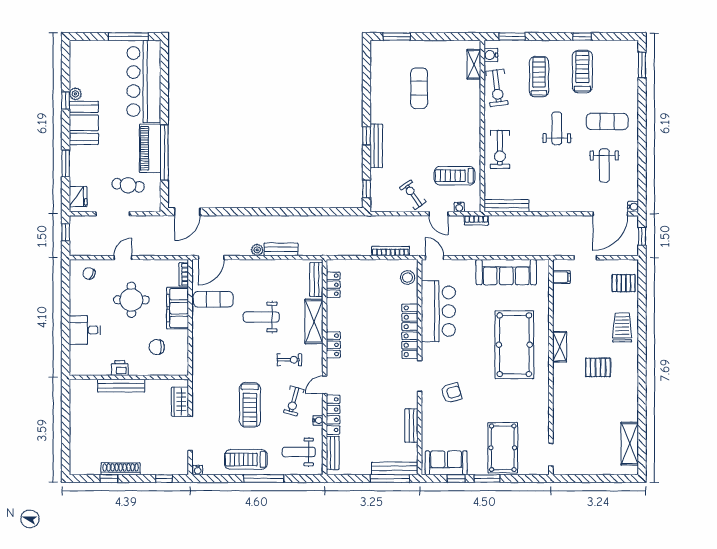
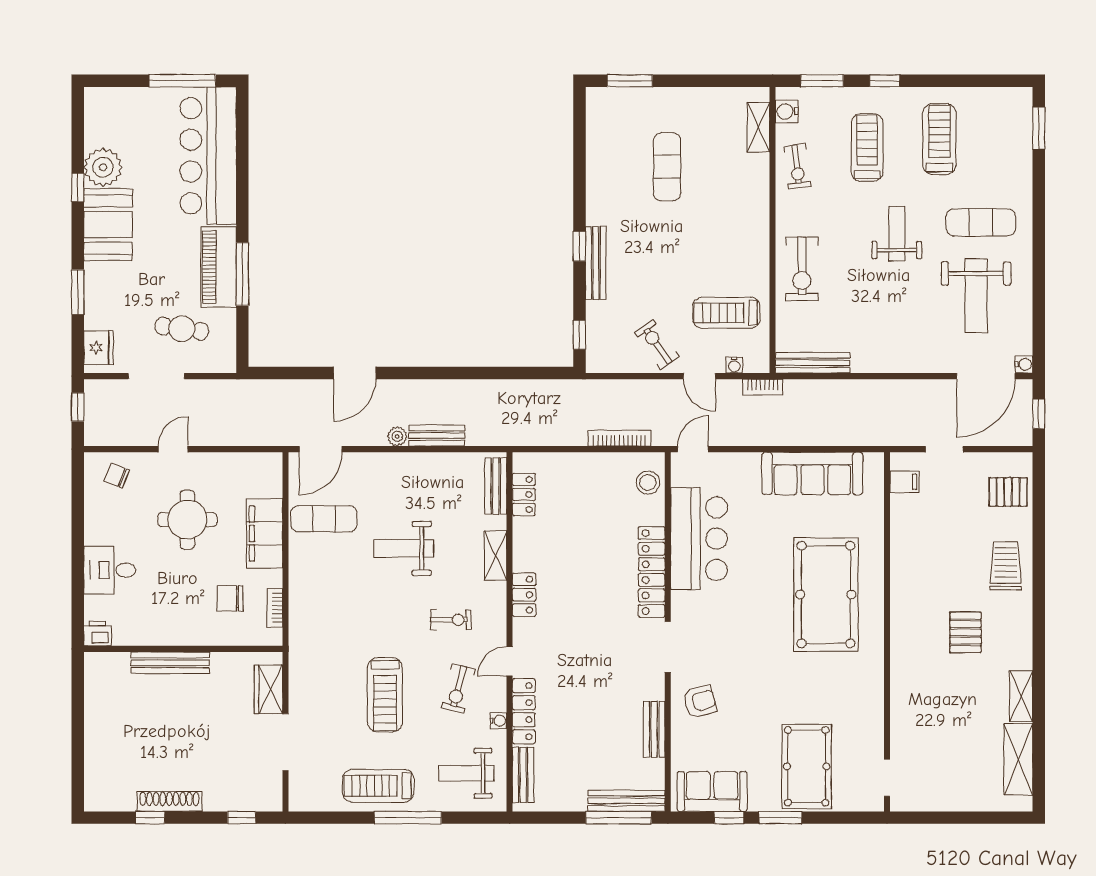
window: (582, 37) -> (885, 81), moved
exercise bike: (497, 88) -> (797, 166), width x0.73, depth x0.72
plant: (75, 94) -> (103, 167), width x1.88, depth x1.88
window: (164, 153) -> (242, 274), width x0.68
weight bench: (604, 166) -> (976, 296), width x1.36, depth x1.33
door: (187, 212) -> (355, 373), moved
door: (435, 258) -> (693, 449), hinge flipped
bookcase: (184, 274) -> (275, 608), moved
shelving: (314, 321) -> (495, 556), width x0.67, depth x0.75
shelving: (560, 347) -> (1021, 696), moved
pallet: (598, 367) -> (965, 632), turned 90
printer: (120, 368) -> (98, 633), moved
armchair: (451, 393) -> (700, 702), moved
water cooler: (198, 470) -> (298, 804), removed

